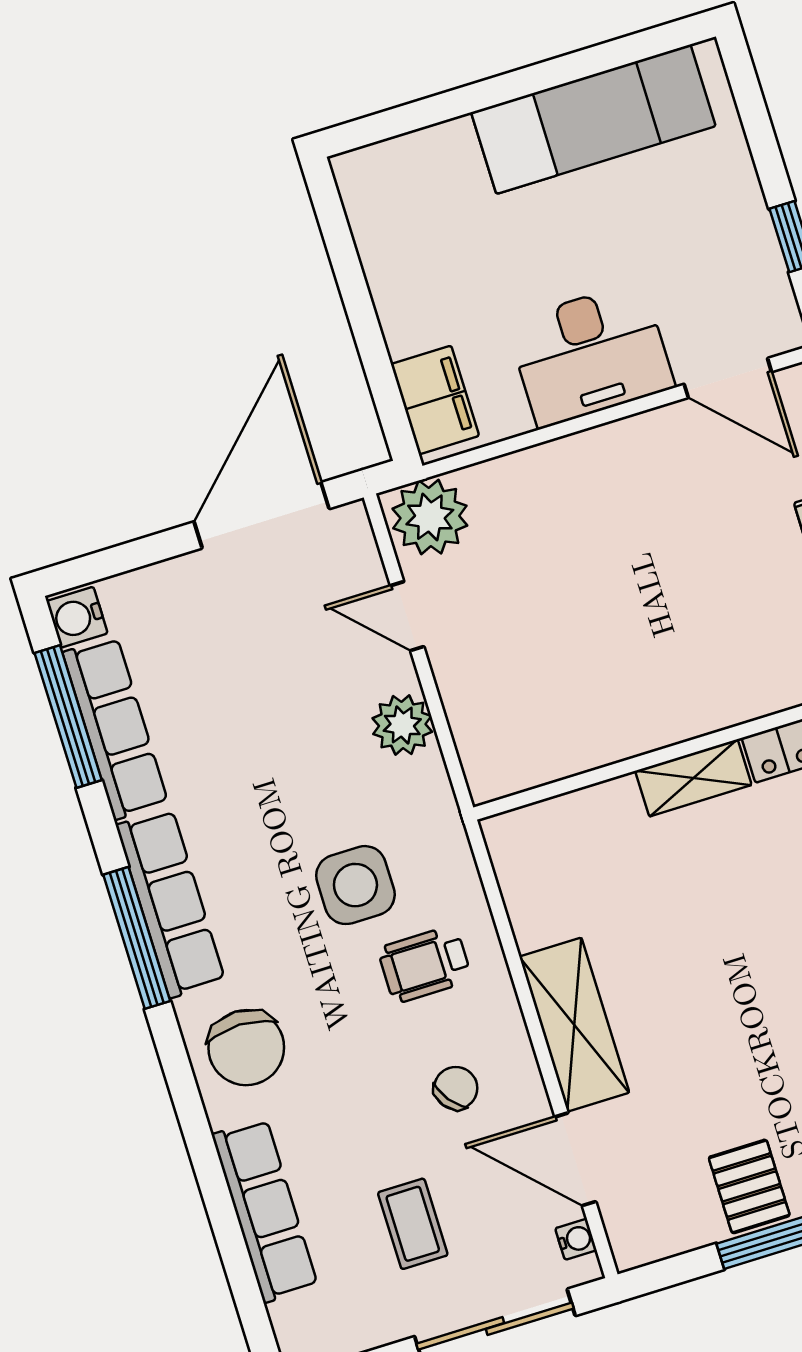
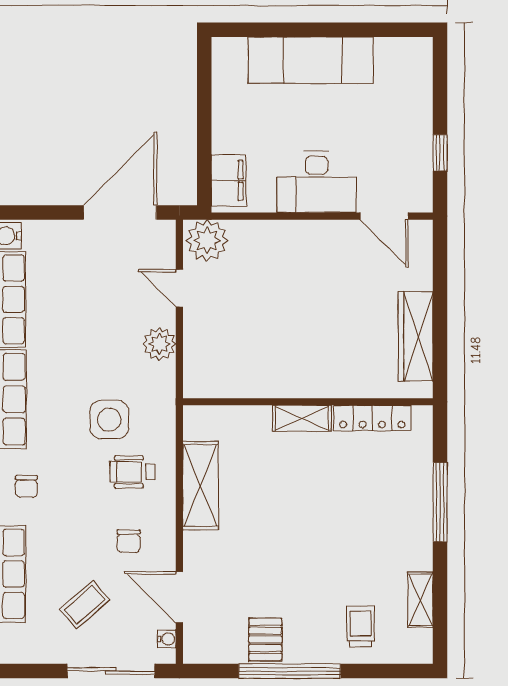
exam couch: (593, 119) -> (311, 60), moved
shelving: (574, 1025) -> (200, 486), moved
chair: (246, 1048) -> (26, 486), width x0.54, depth x0.54
chair: (456, 1088) -> (129, 541), turned 127
coffee table: (413, 1224) -> (85, 605), turned 49

